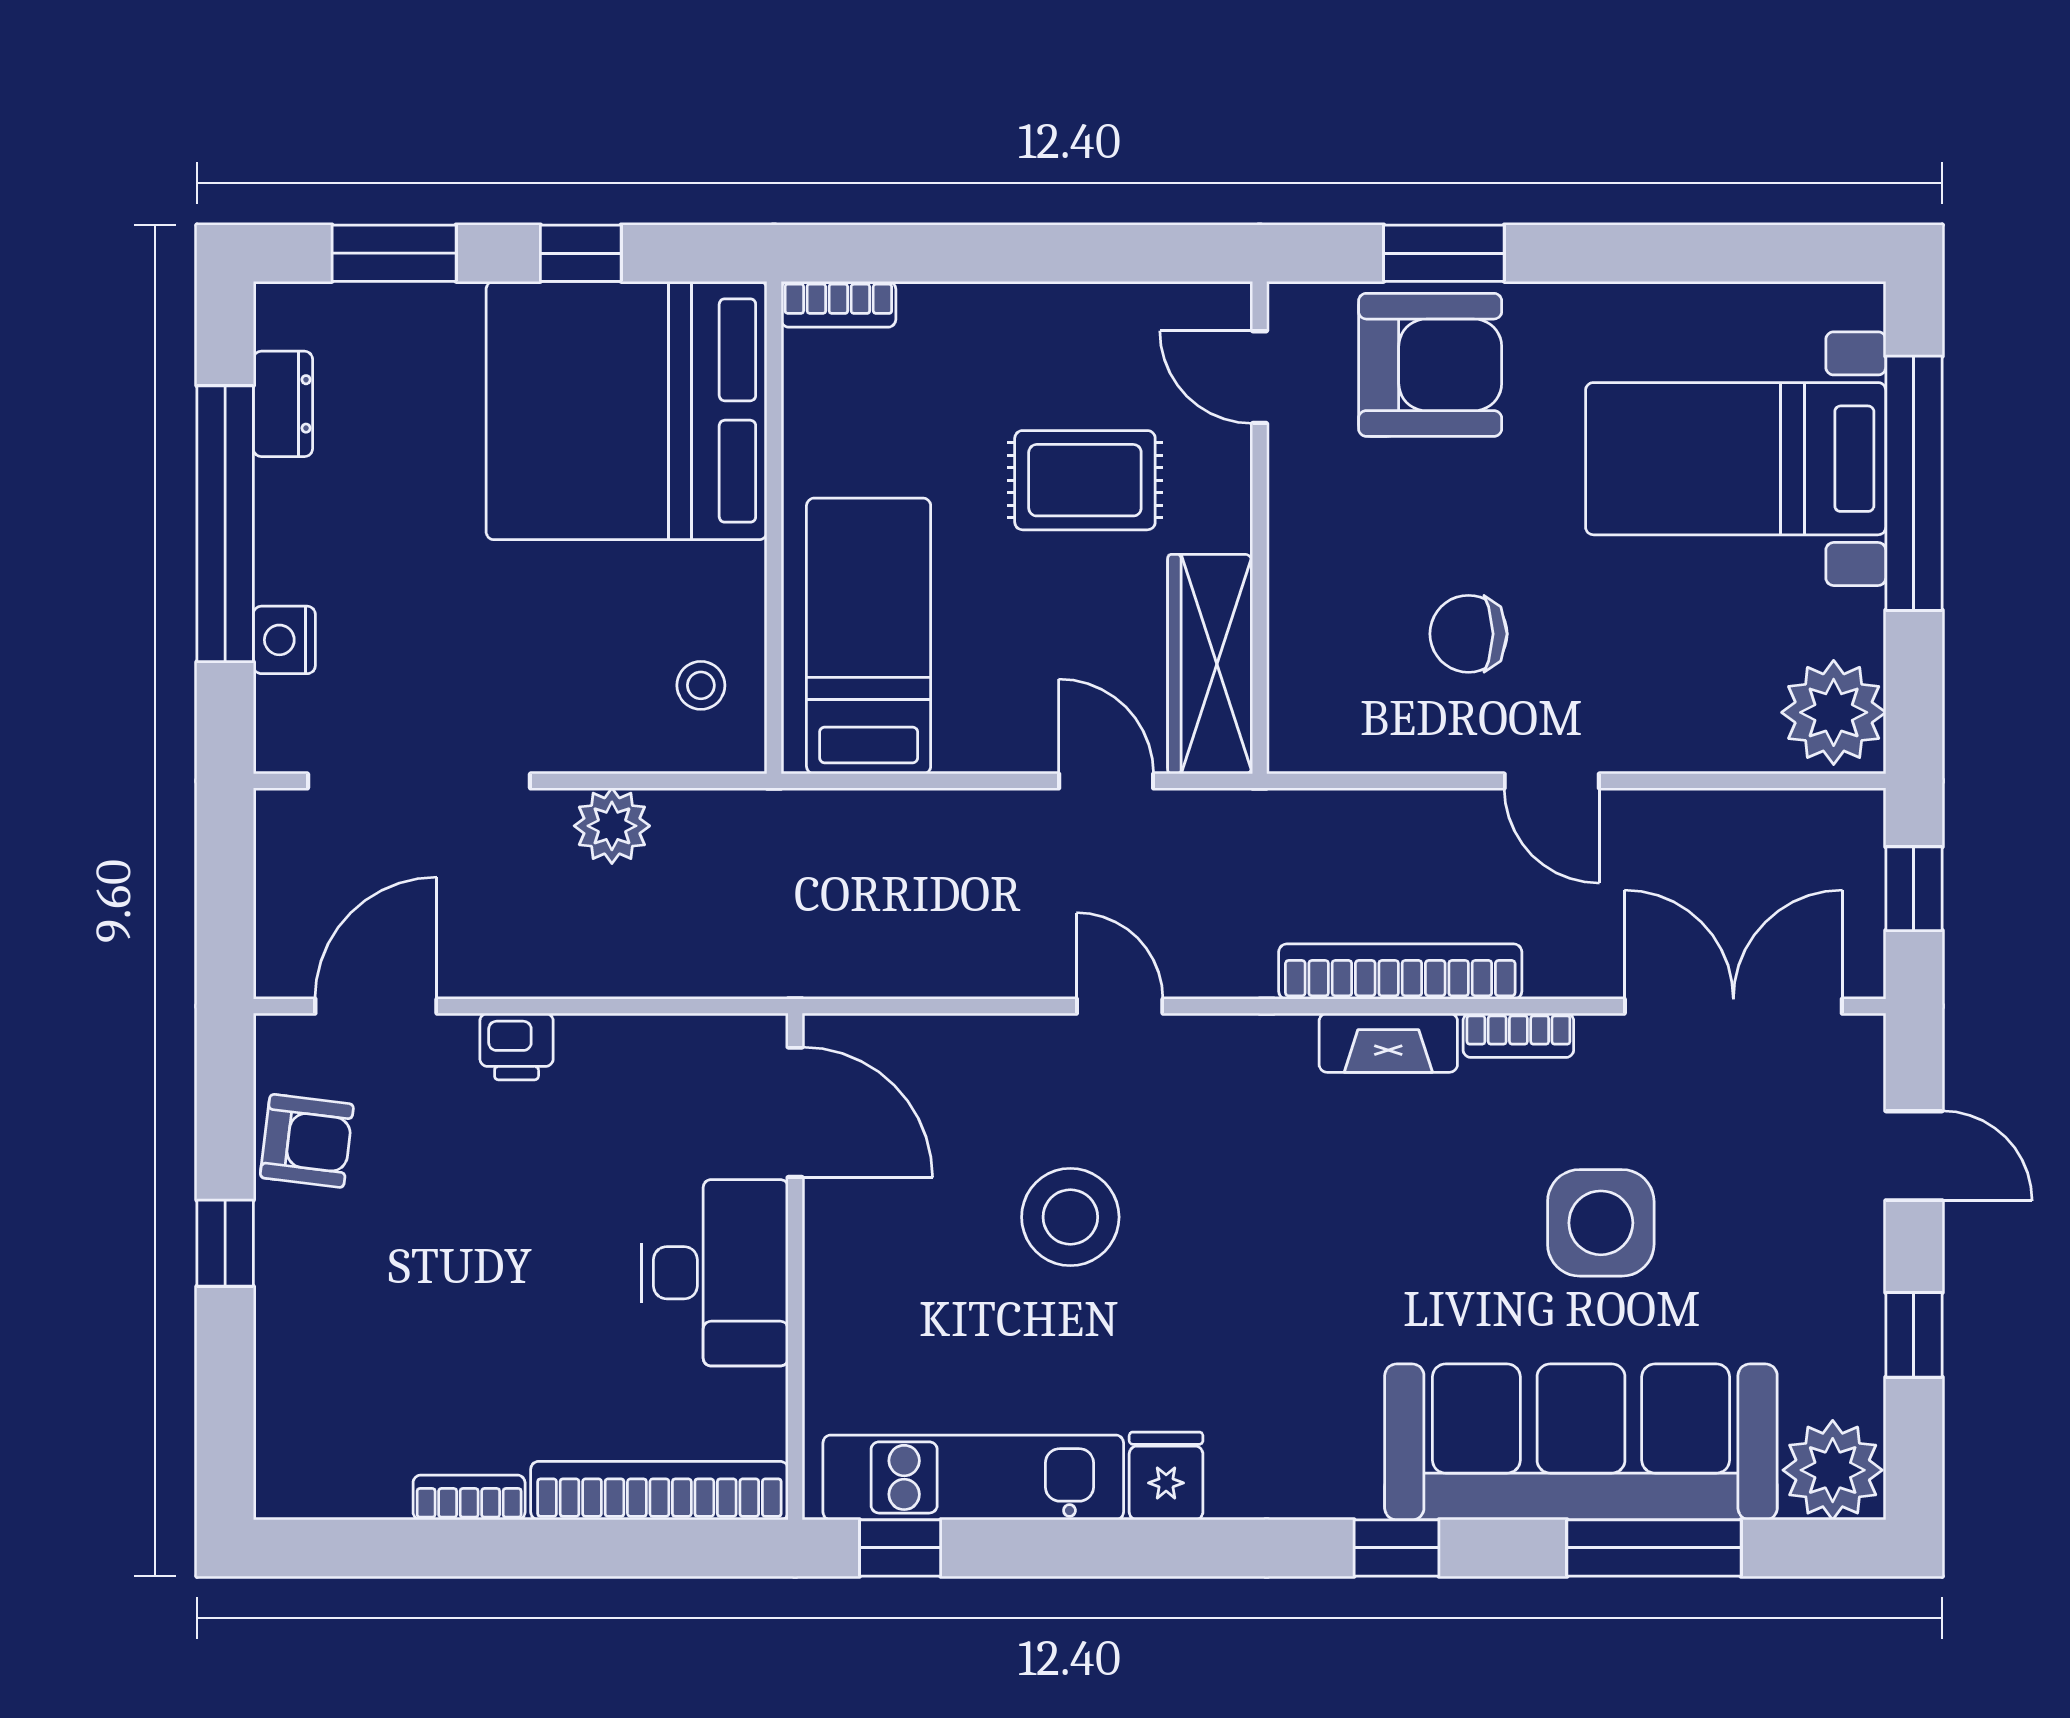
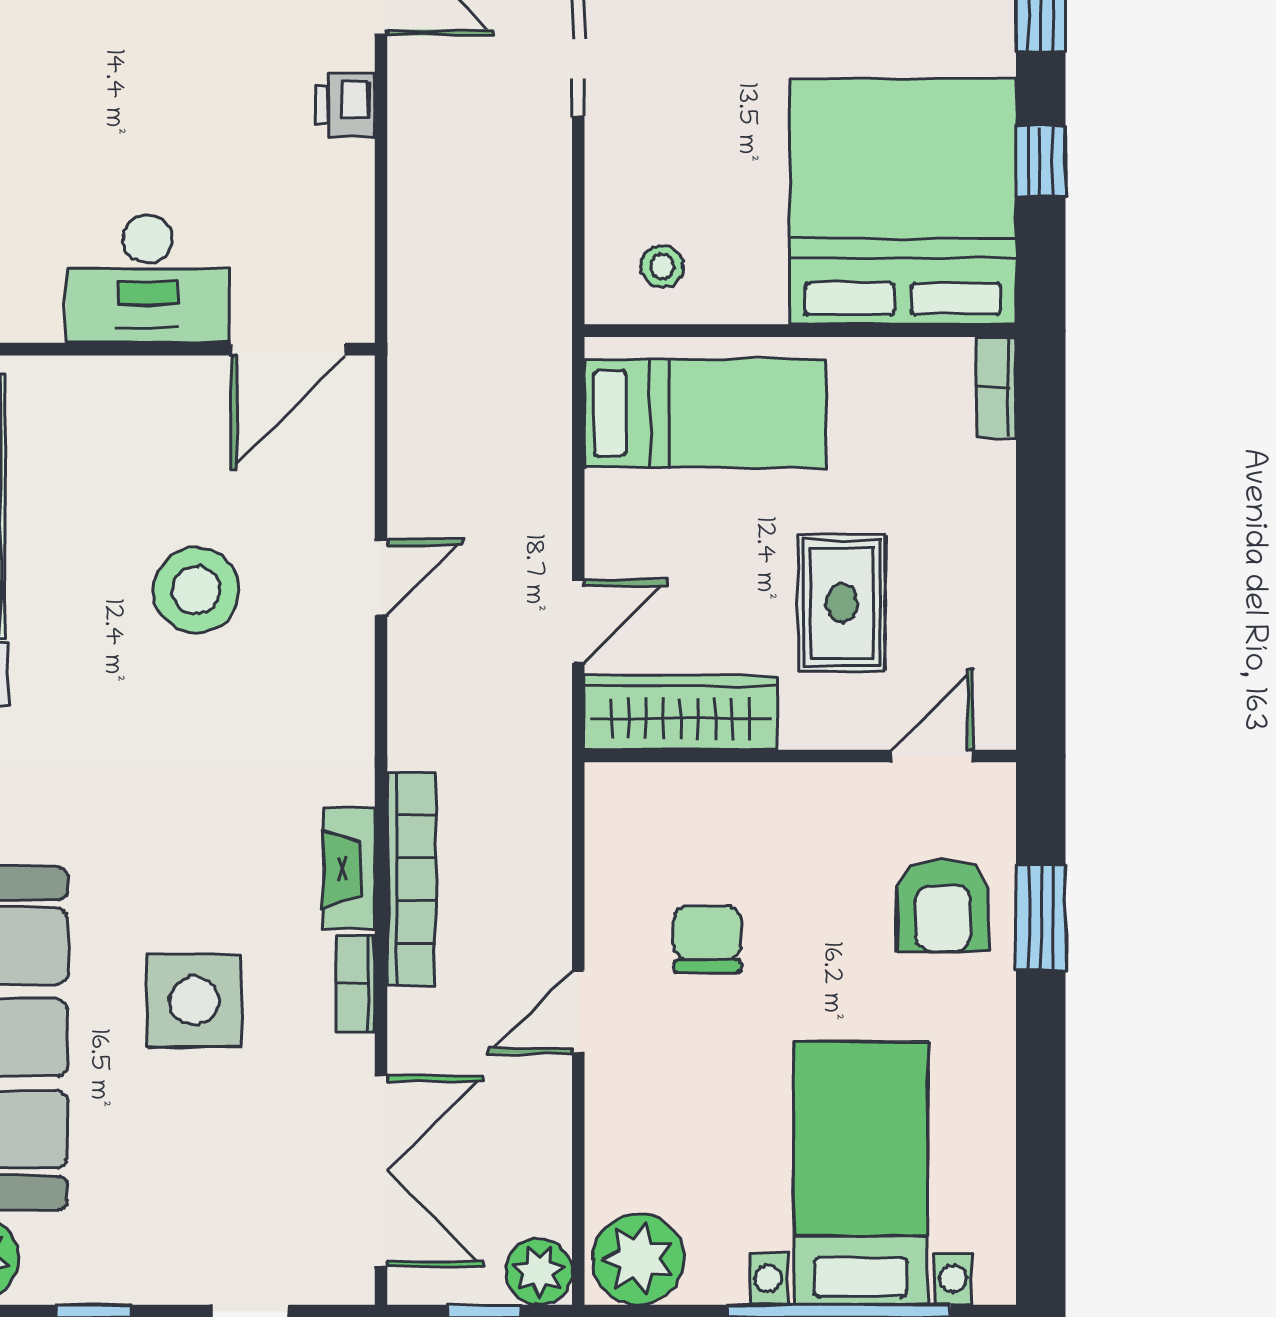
armchair: (1430, 365) -> (943, 906), width x0.73, depth x0.73
plant: (612, 826) -> (539, 1272), moved
door: (1120, 1006) -> (381, 577), moved
side table: (1601, 1223) -> (194, 1001), moved

